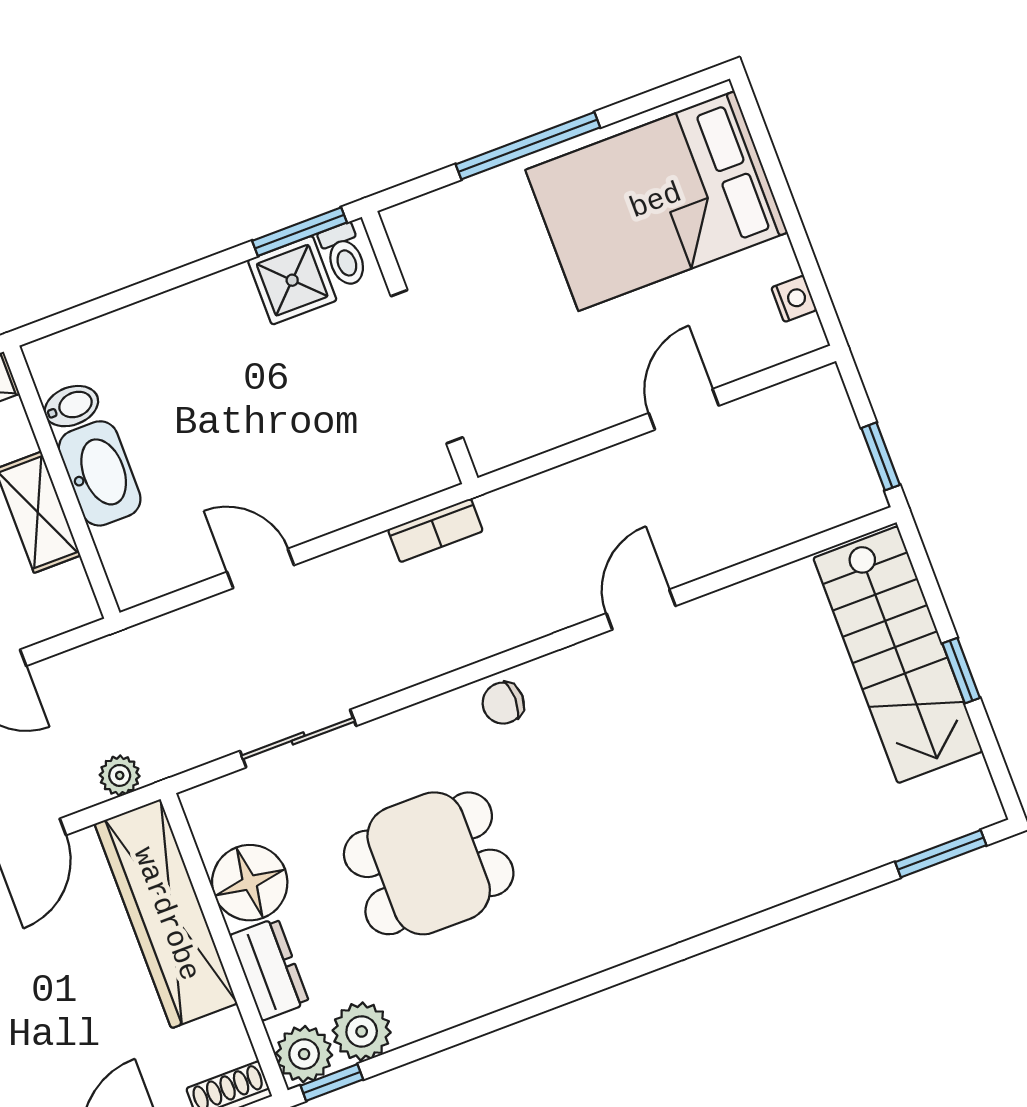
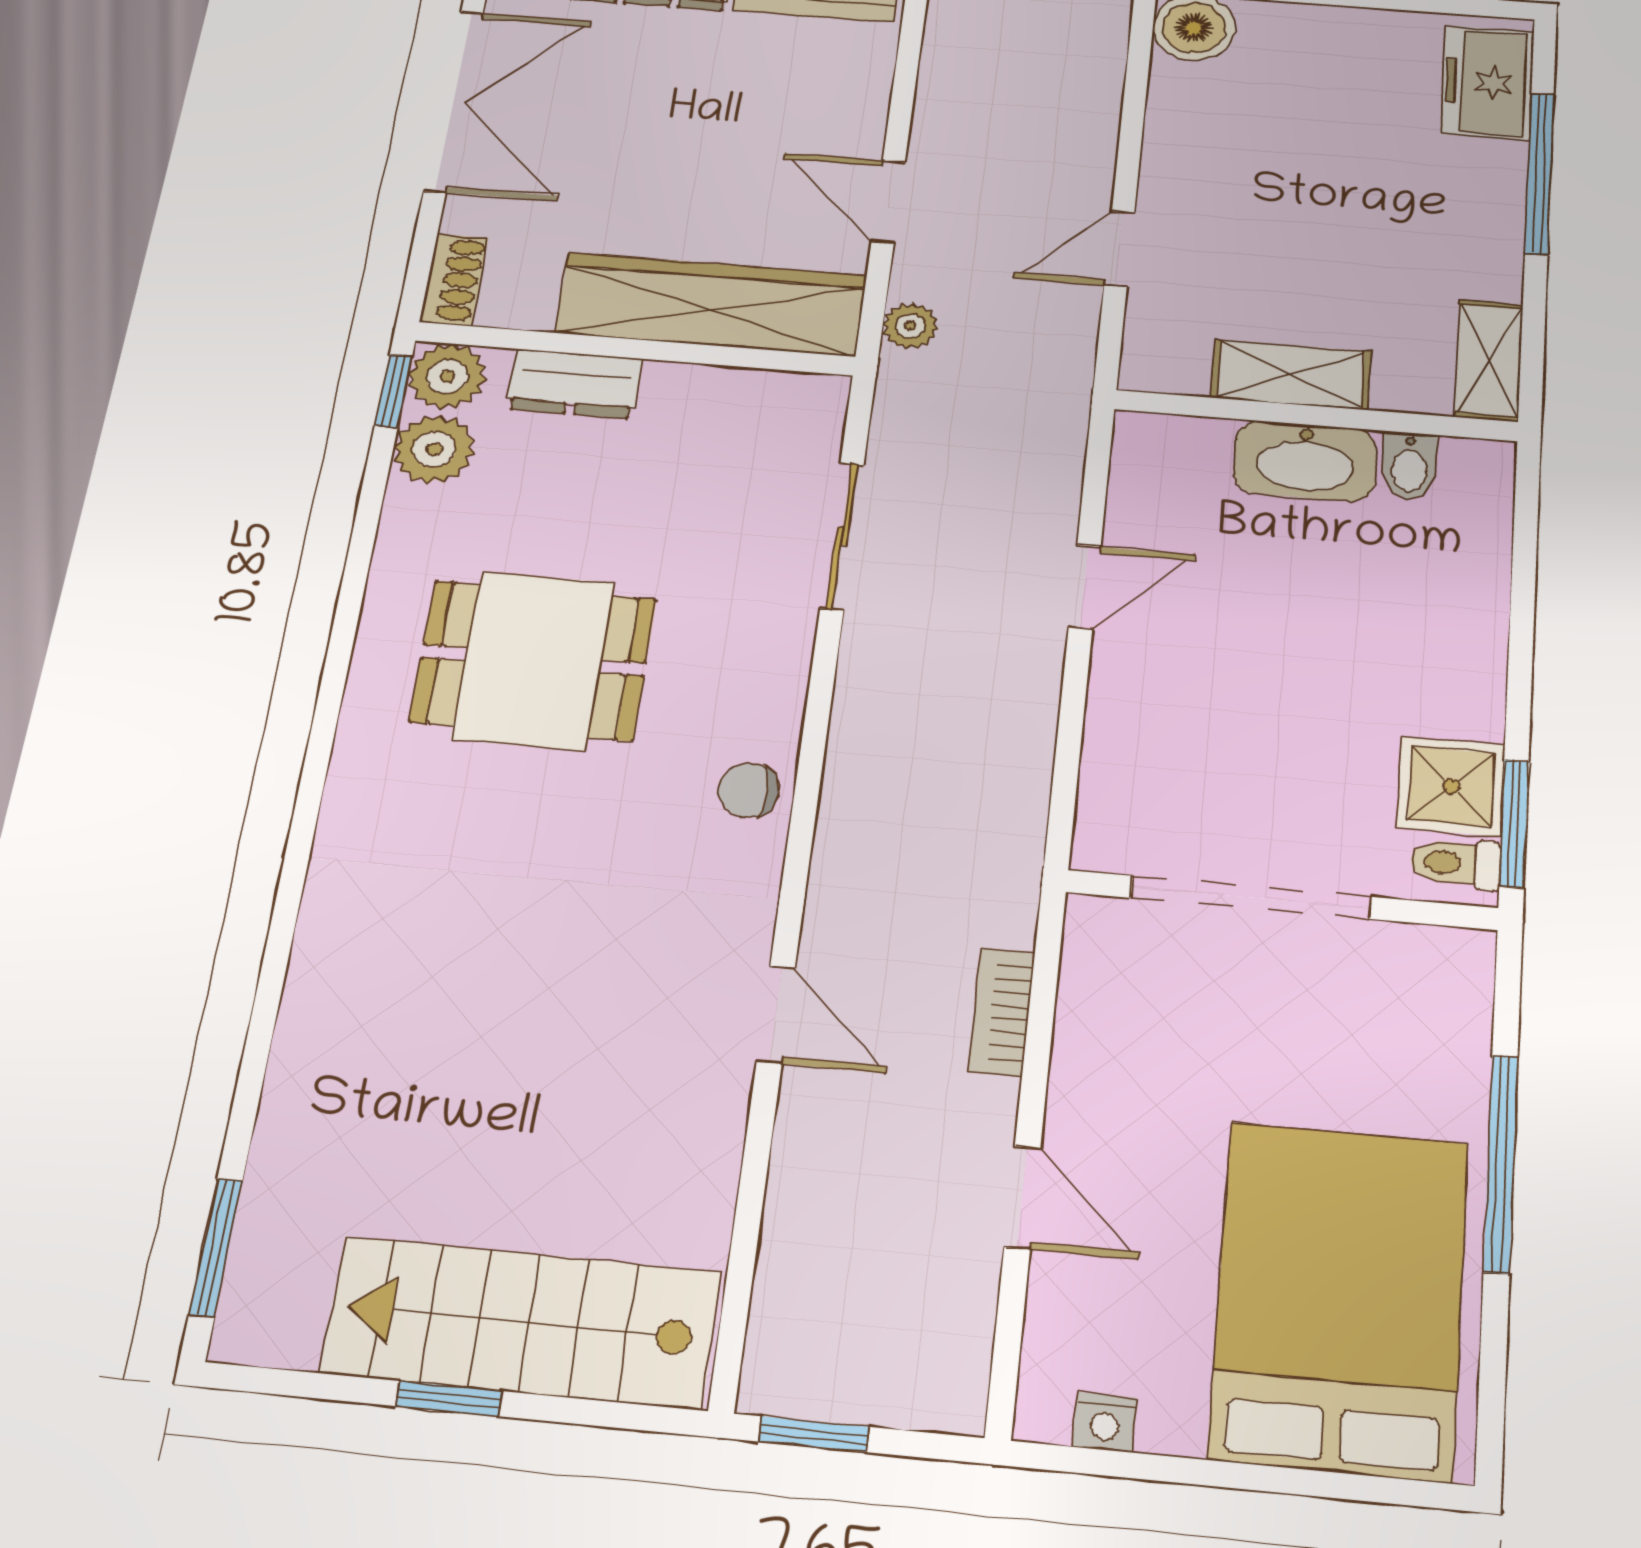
bookcase: (435, 530) -> (1002, 1012), moved
chair: (503, 703) -> (749, 790), turned -90
dining table: (429, 863) -> (533, 660), moved, turned 90
floor lamp: (250, 883) -> (694, 408), removed

